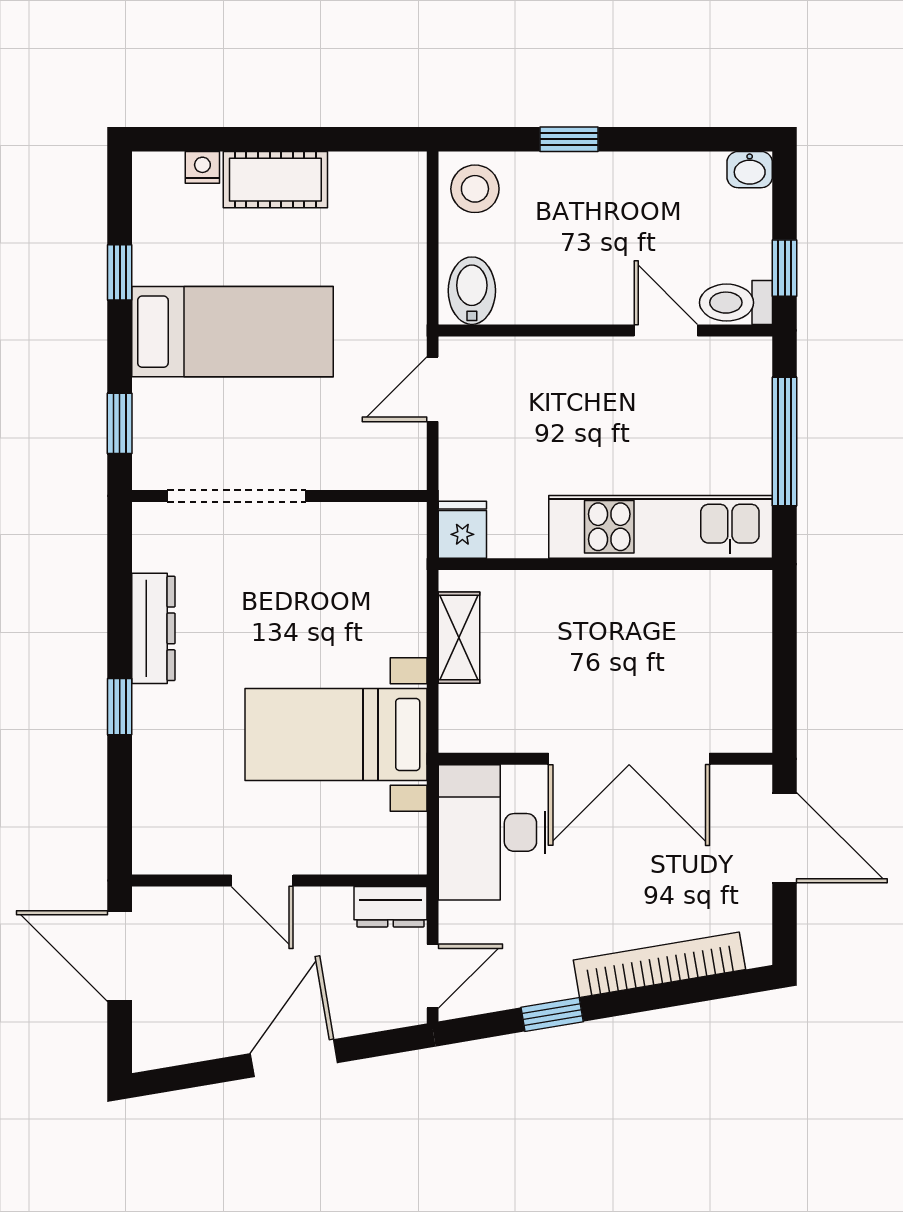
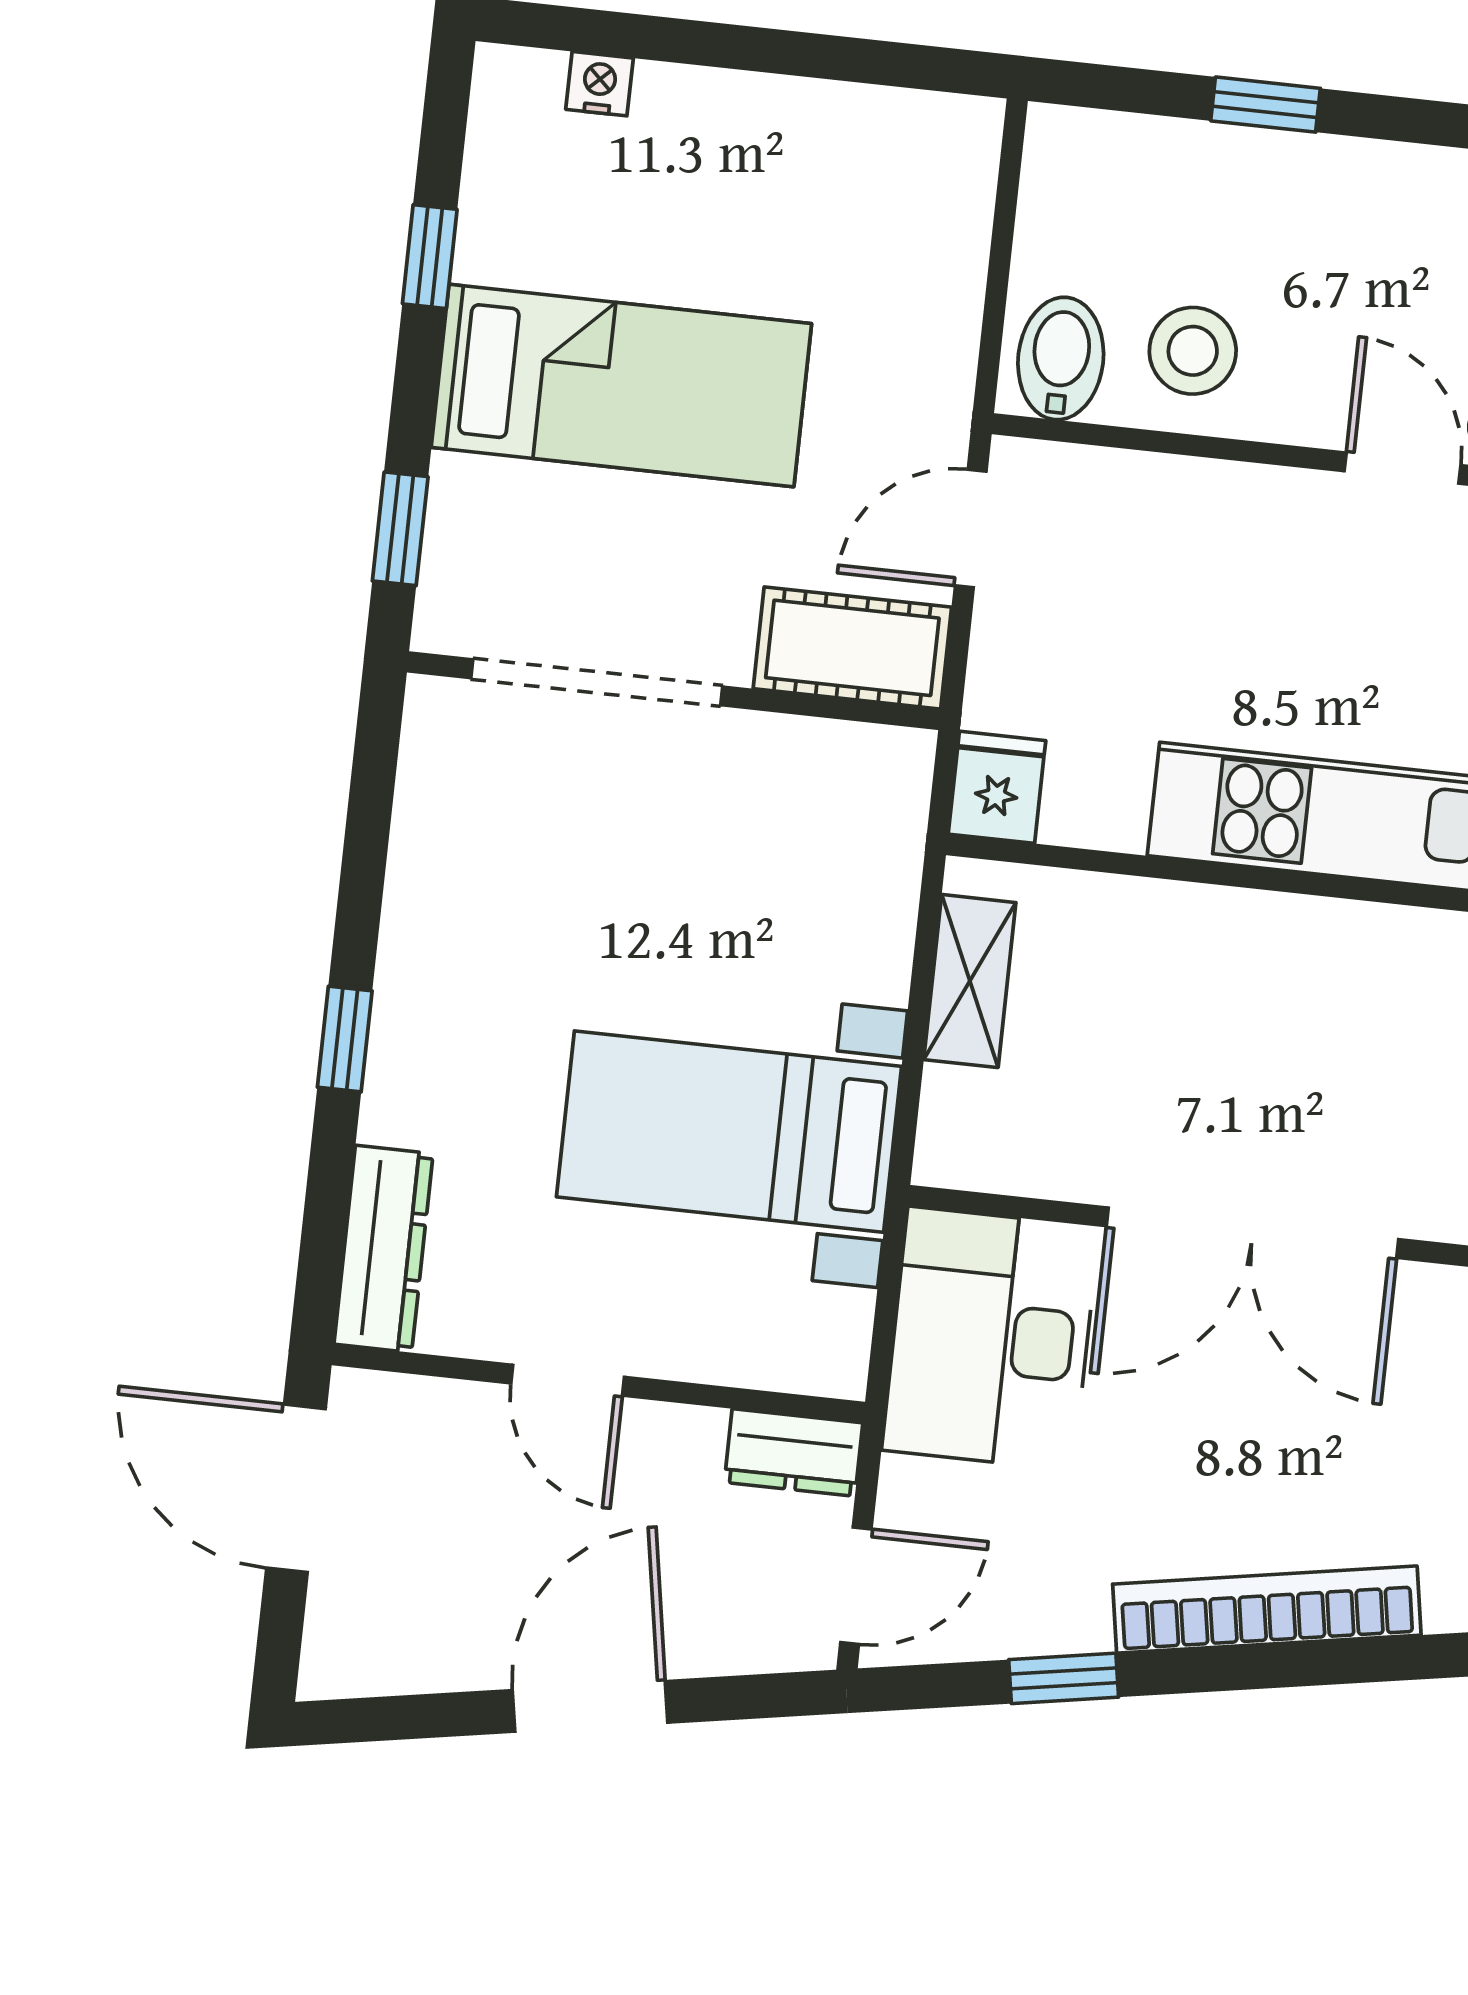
cot: (275, 180) -> (852, 648), moved
stool: (475, 189) -> (1193, 351), moved
dresser: (153, 628) -> (384, 1249), moved

